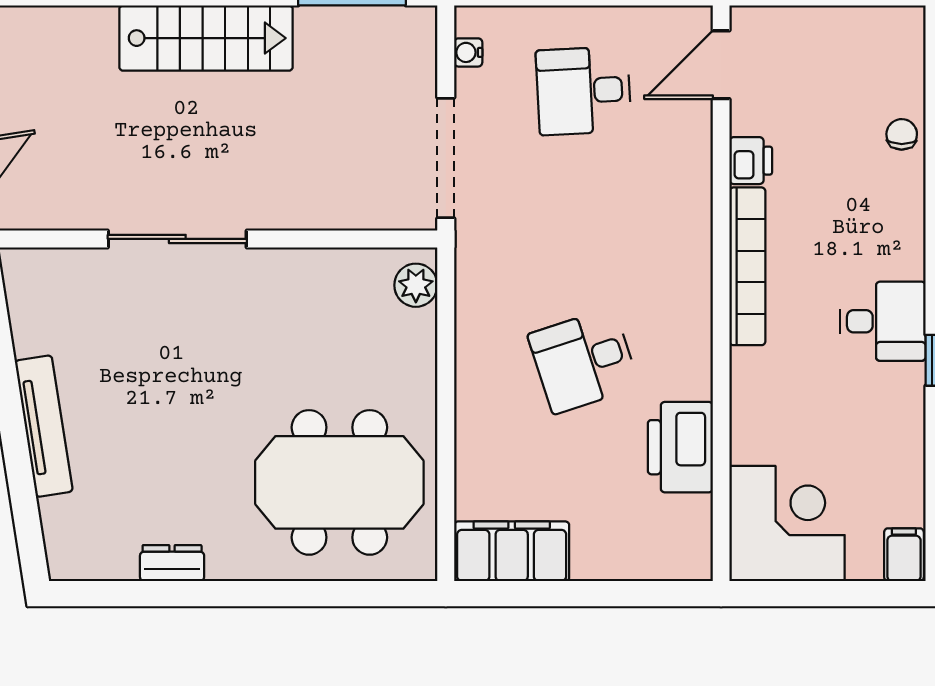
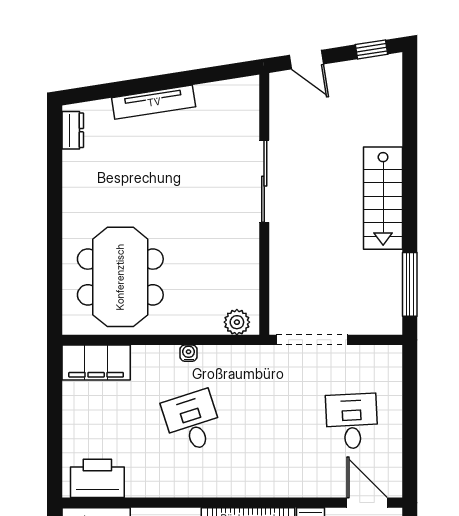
water cooler: (468, 52) -> (189, 353), moved
printer: (680, 447) -> (97, 478), moved
filing cabinet: (512, 551) -> (96, 362), moved, turned 90
dresser: (172, 563) -> (73, 130), moved

